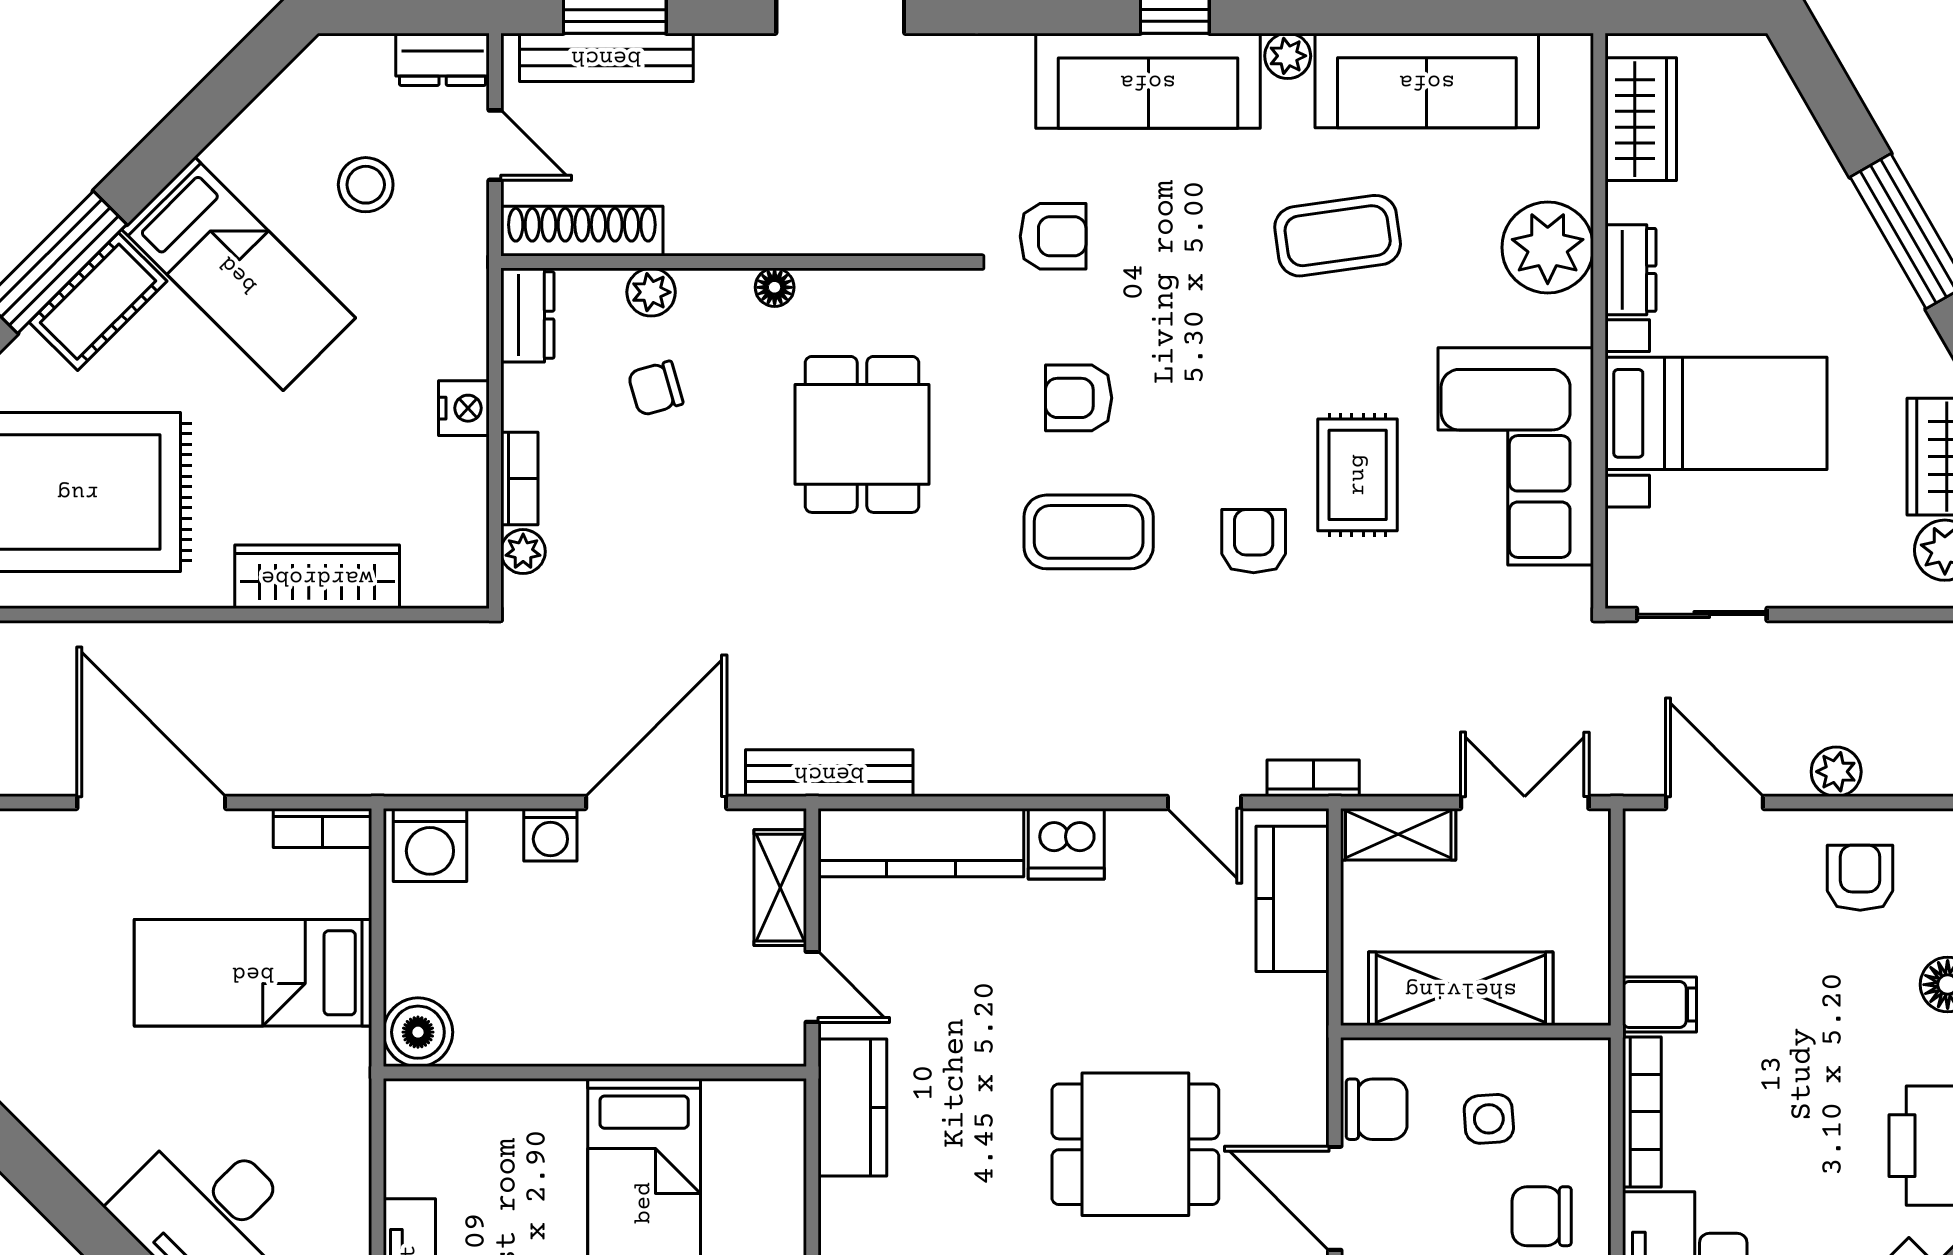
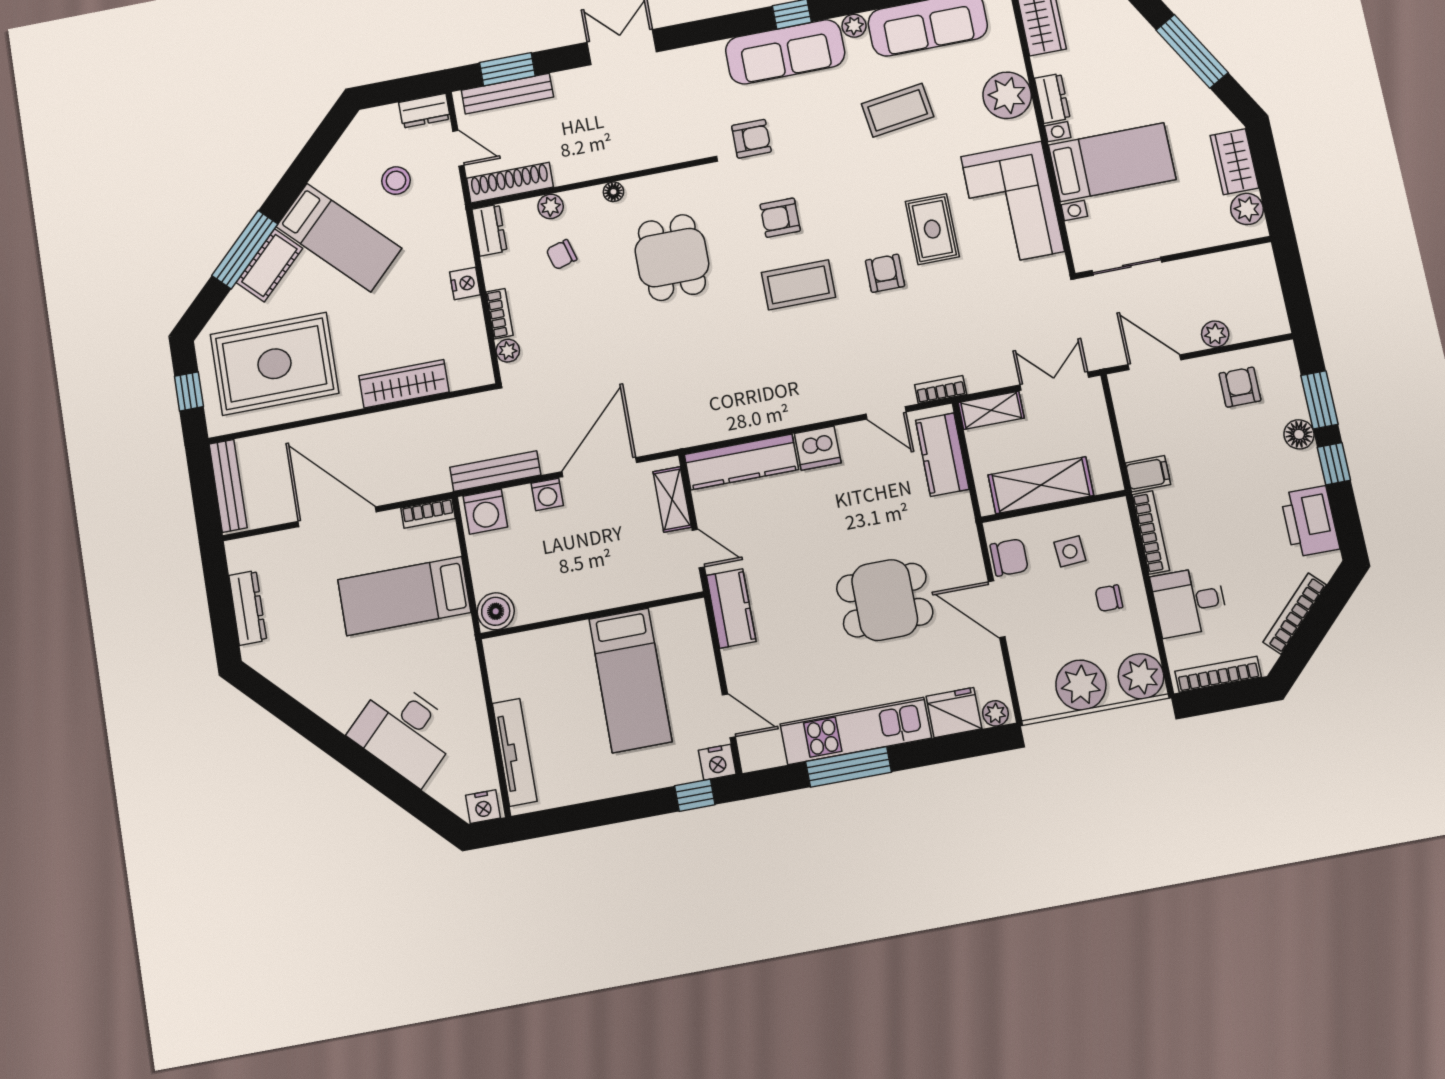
bench: (829, 773) -> (495, 471), moved
chair: (1542, 1216) -> (1109, 598), width x0.73, depth x0.73

